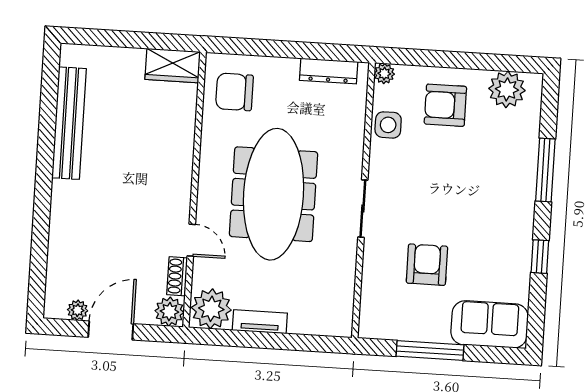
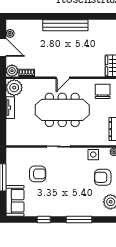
armchair: (445, 105) -> (103, 177), turned -90
bench: (69, 123) -> (65, 25), moved
door: (191, 240) -> (63, 78), moved

